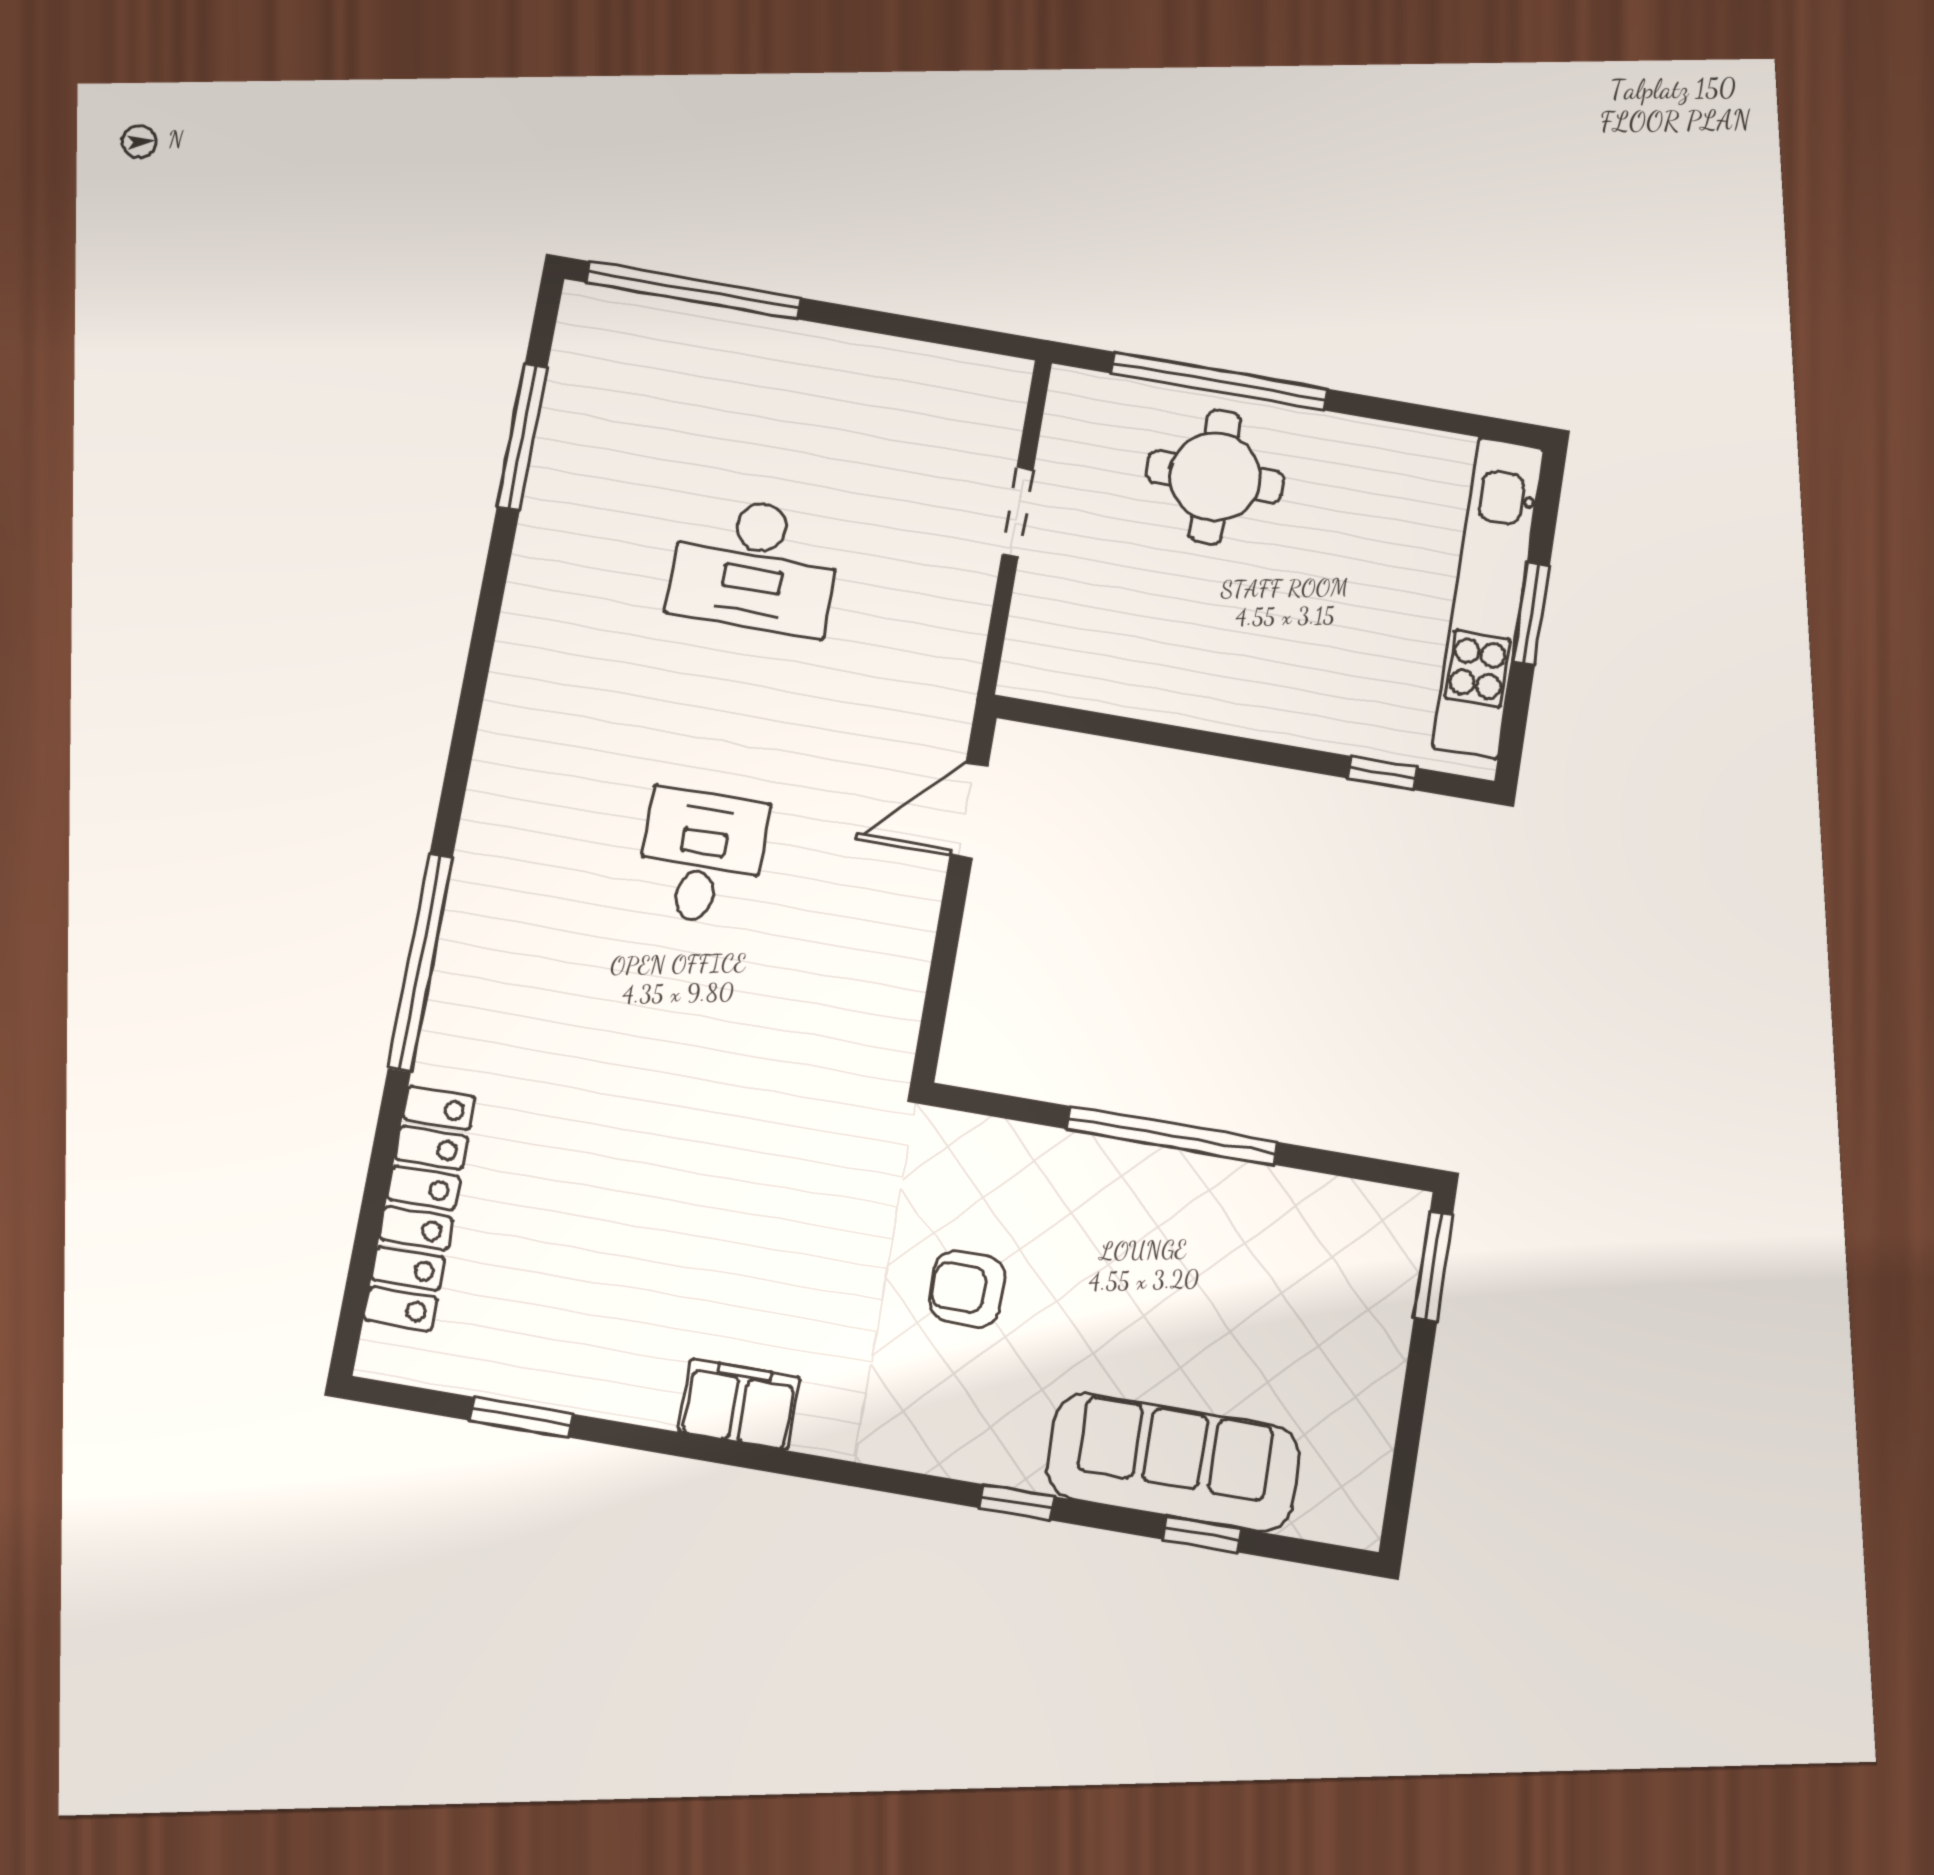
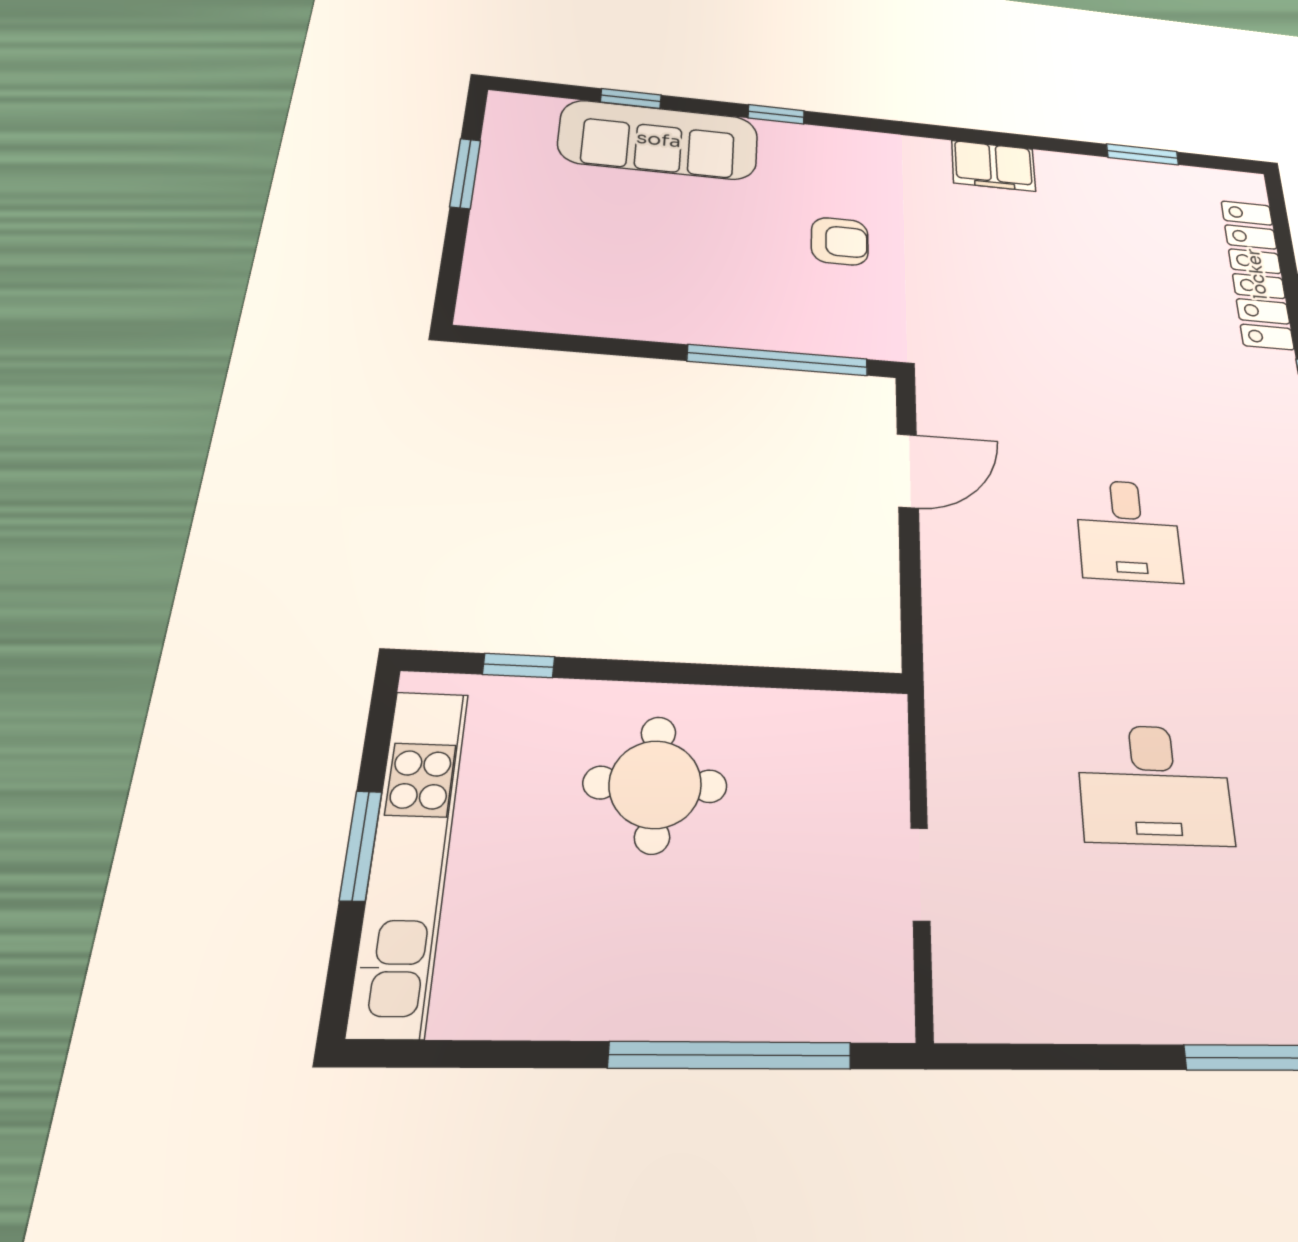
round table: (1215, 477) -> (655, 784), moved
desk: (755, 565) -> (1155, 785), turned 180
door: (969, 810) -> (908, 471), moved
window: (1172, 1135) -> (778, 360), moved
window: (1433, 1266) -> (465, 173), moved

